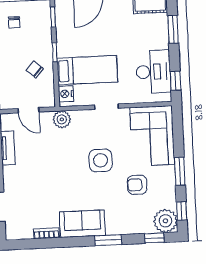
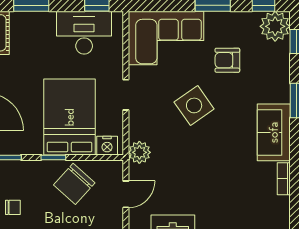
chair: (35, 70) -> (74, 184), width x1.87, depth x1.87
bed: (87, 70) -> (70, 117), width x1.50
side table: (101, 160) -> (194, 105), turned -35
armchair: (137, 185) -> (227, 60), turned 90

